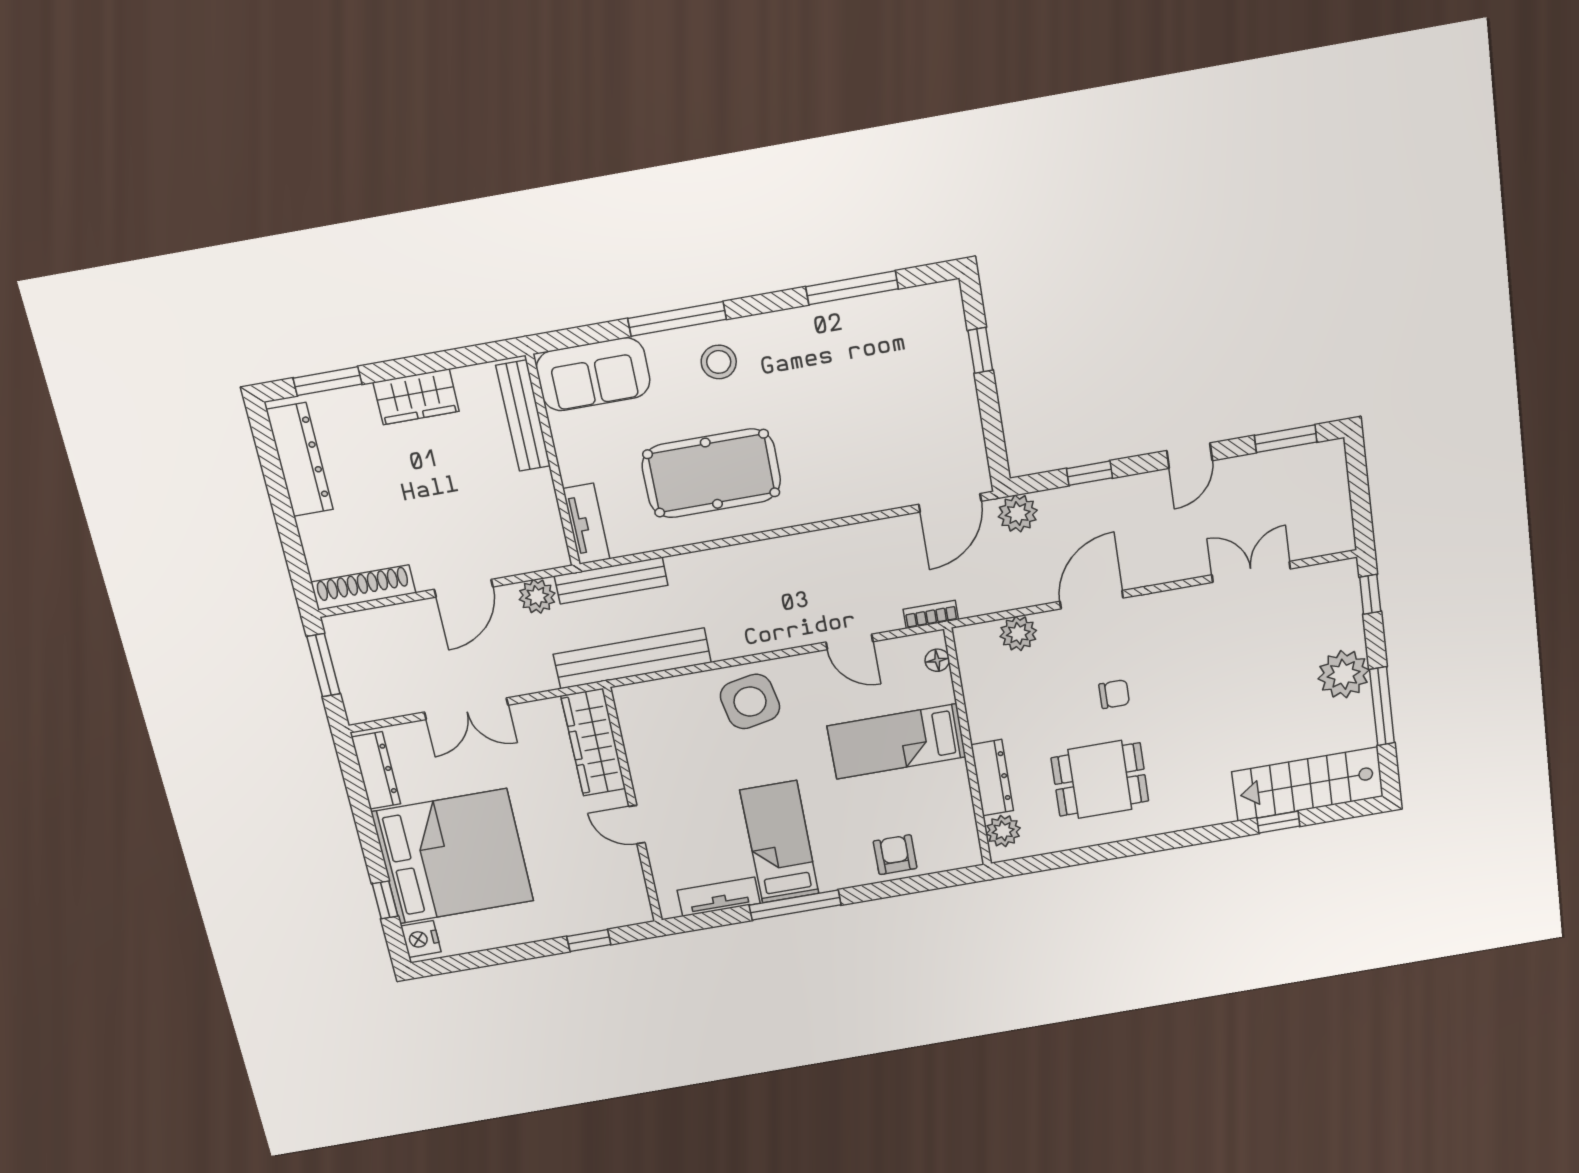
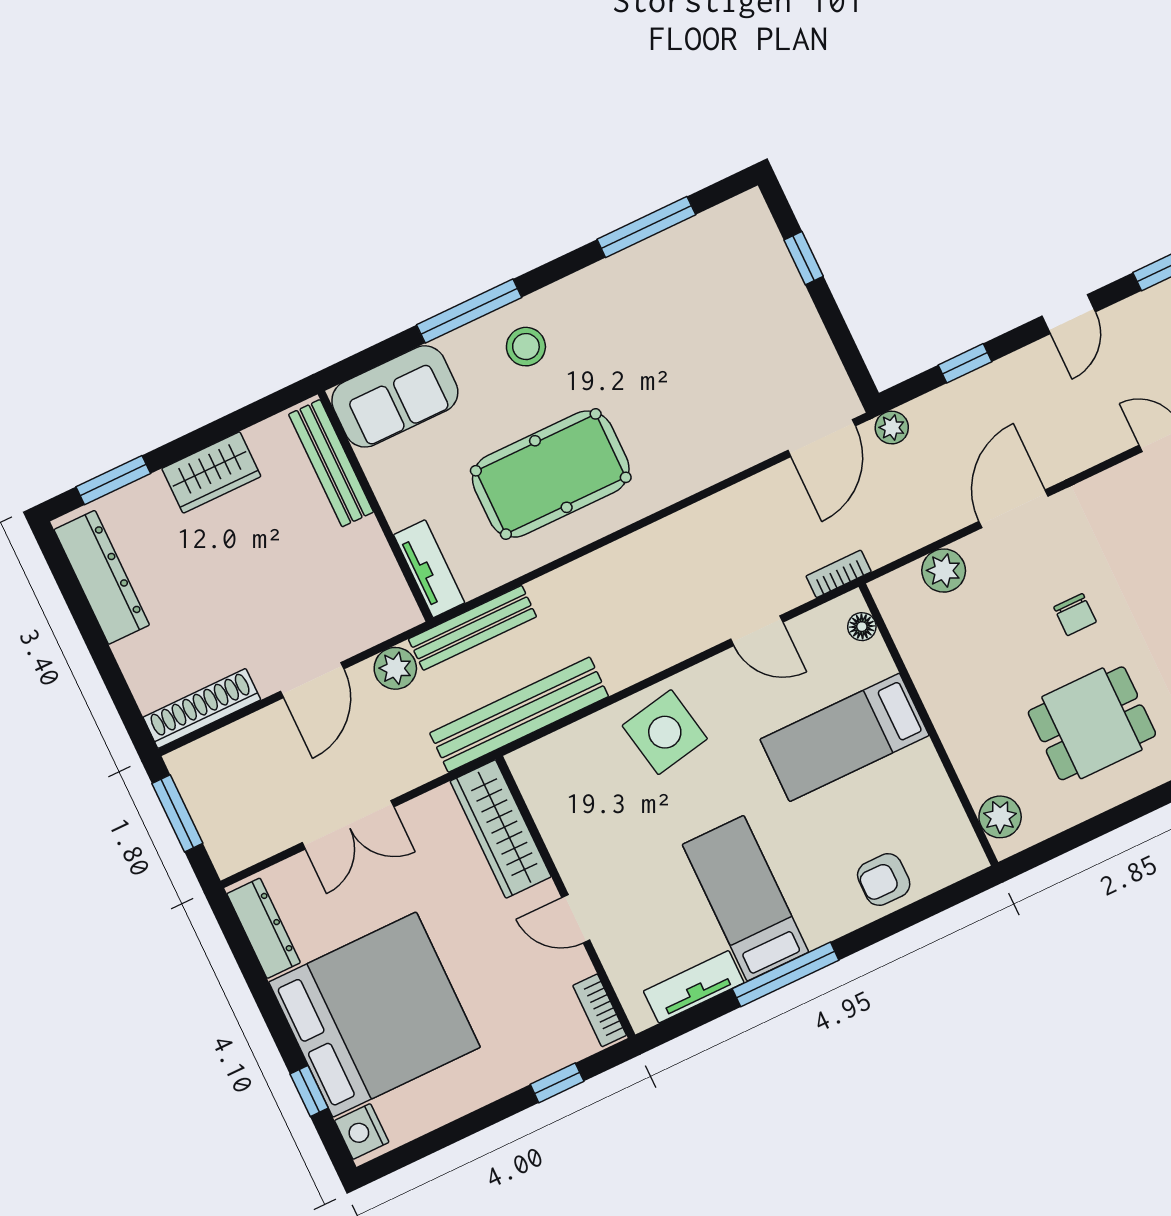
plant: (1018, 513) -> (892, 428), width x0.73, depth x0.73
chair: (1114, 694) -> (1075, 615), turned 90
dresser: (992, 778) -> (967, 754), removed
armchair: (895, 855) -> (884, 880), turned -90
bookcase: (638, 896) -> (600, 1010), added

